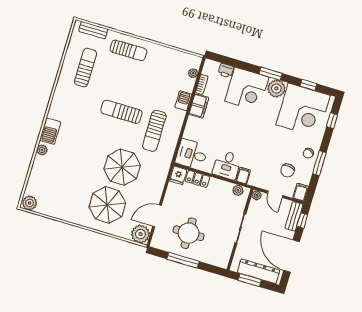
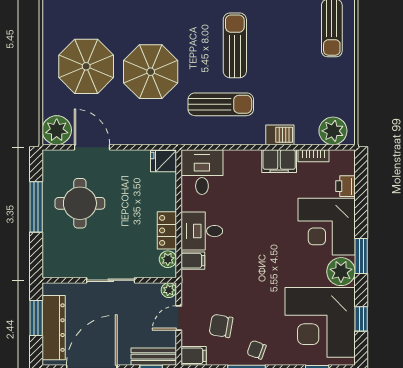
plant: (193, 73) -> (333, 131), width x1.87, depth x1.87
sun lounger: (154, 131) -> (221, 104), turned 180
locker: (197, 179) -> (167, 230), moved

